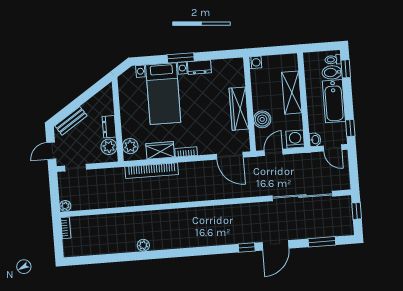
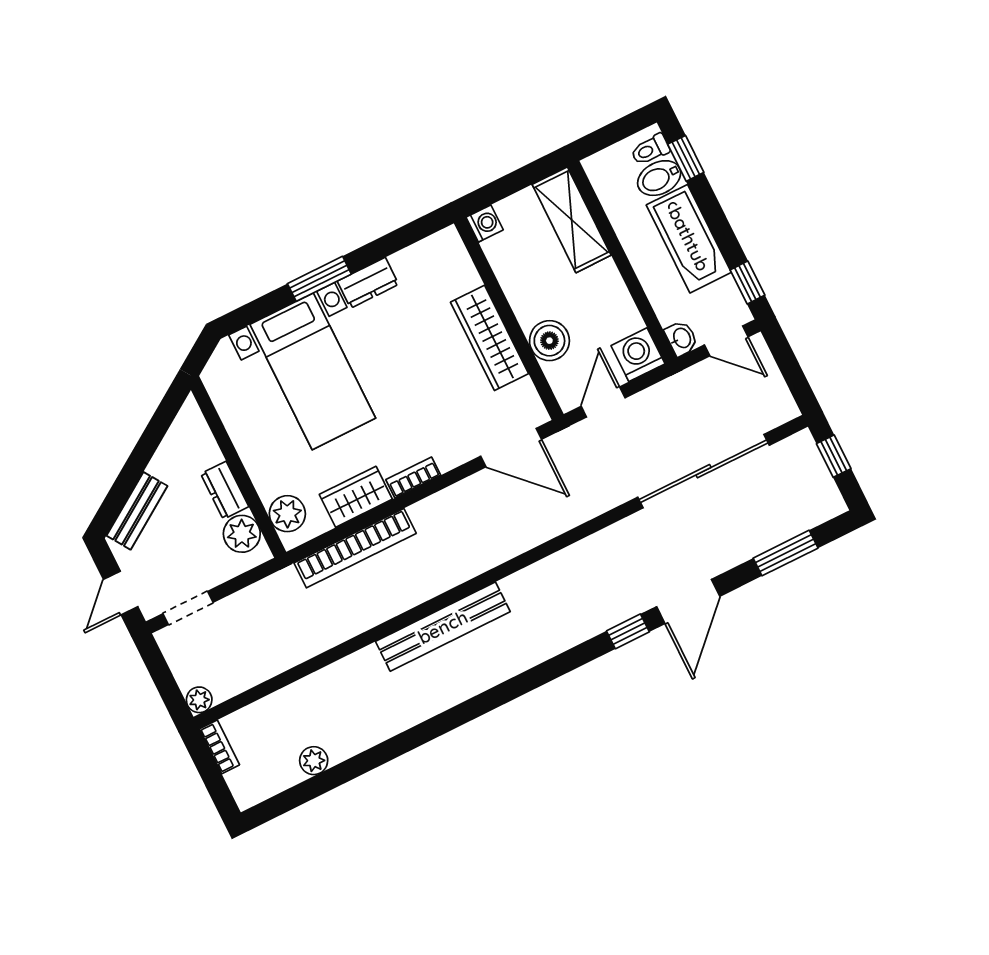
shelving: (292, 93) -> (572, 220), moved
bench: (174, 216) -> (443, 627), added
plant: (143, 245) -> (314, 761), moved

